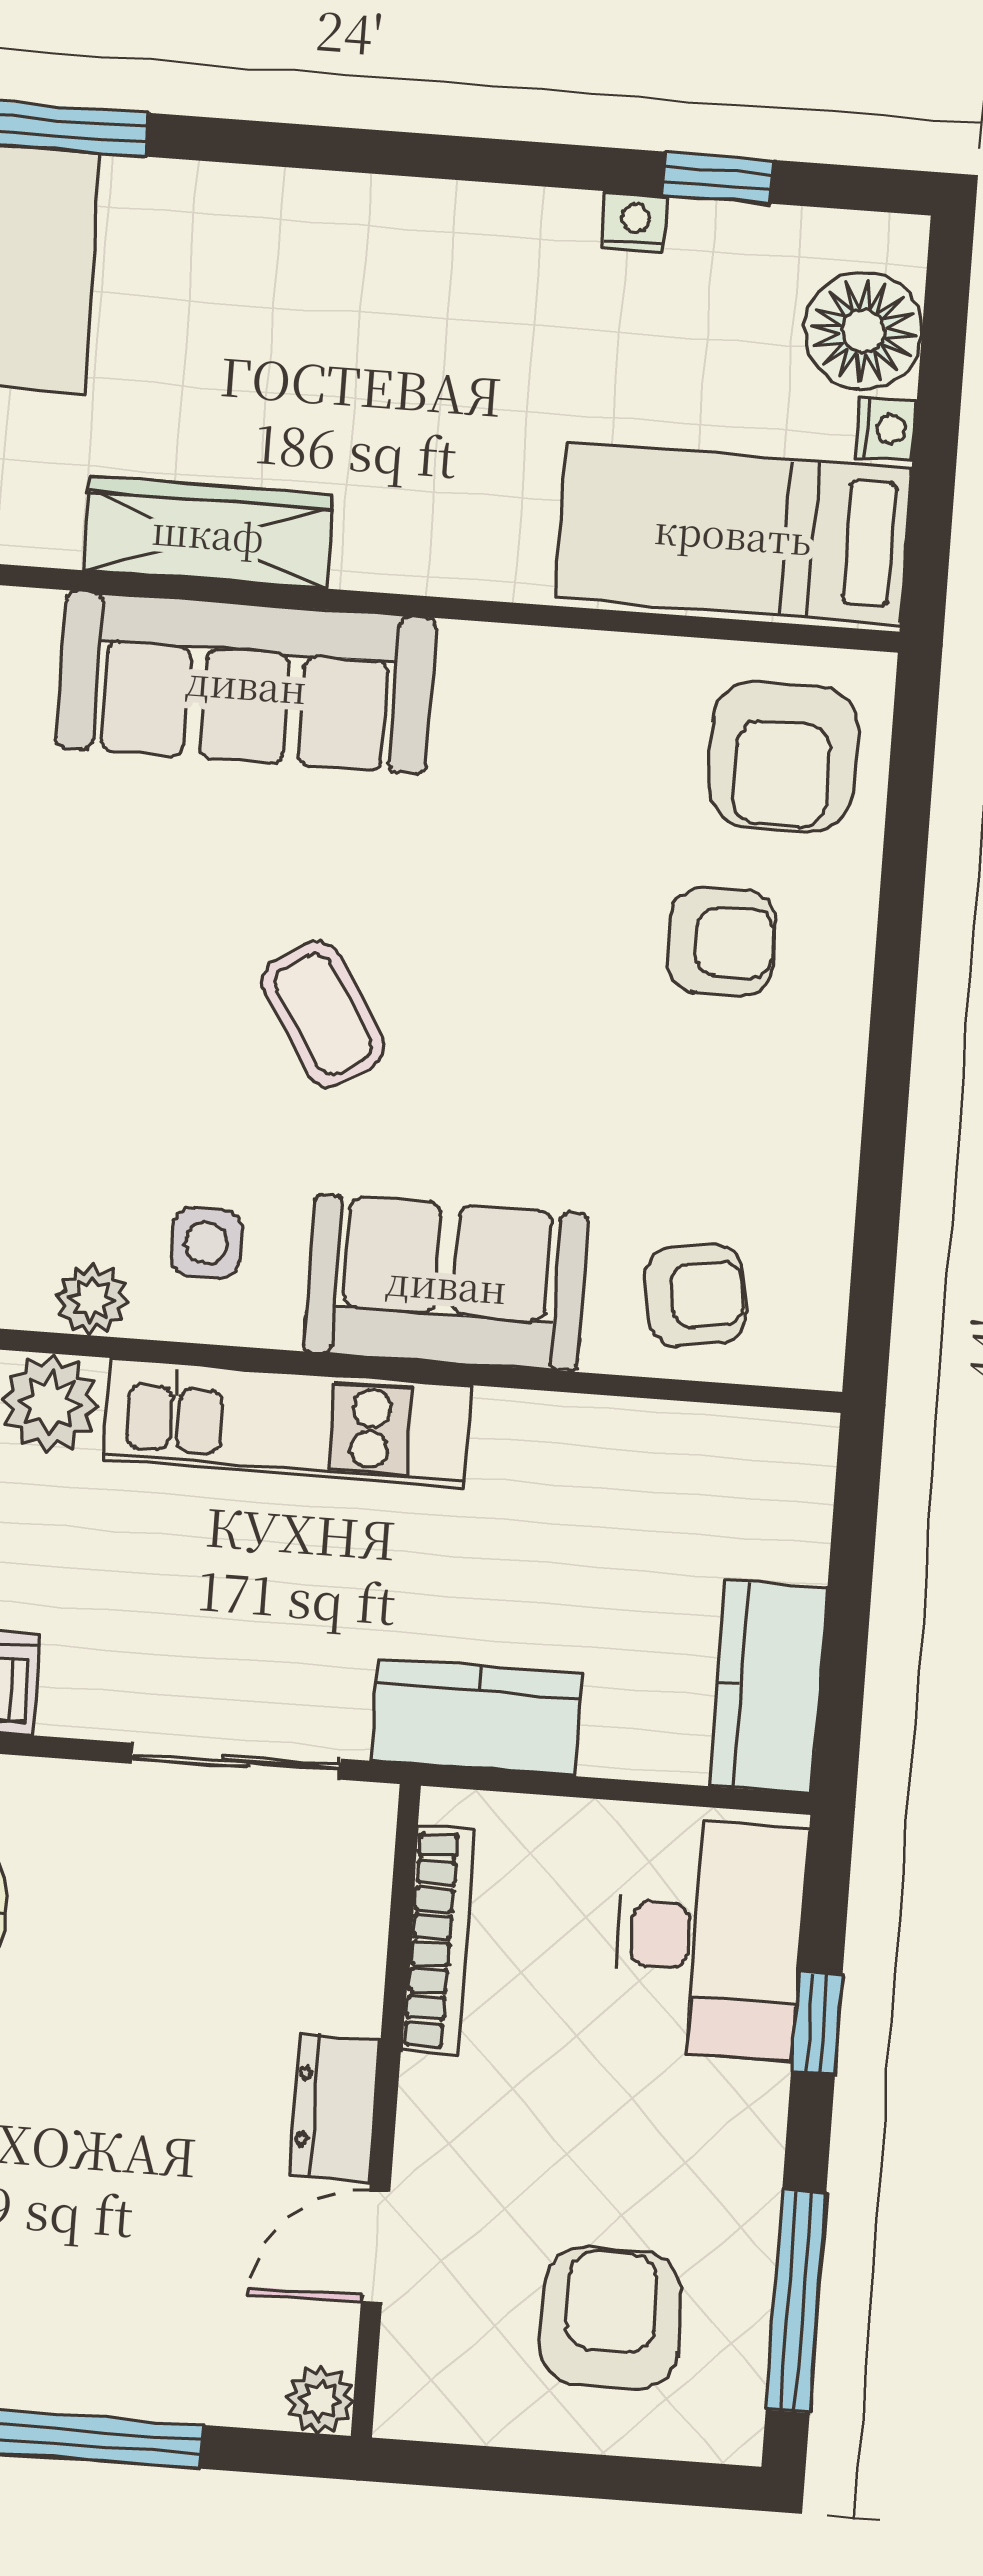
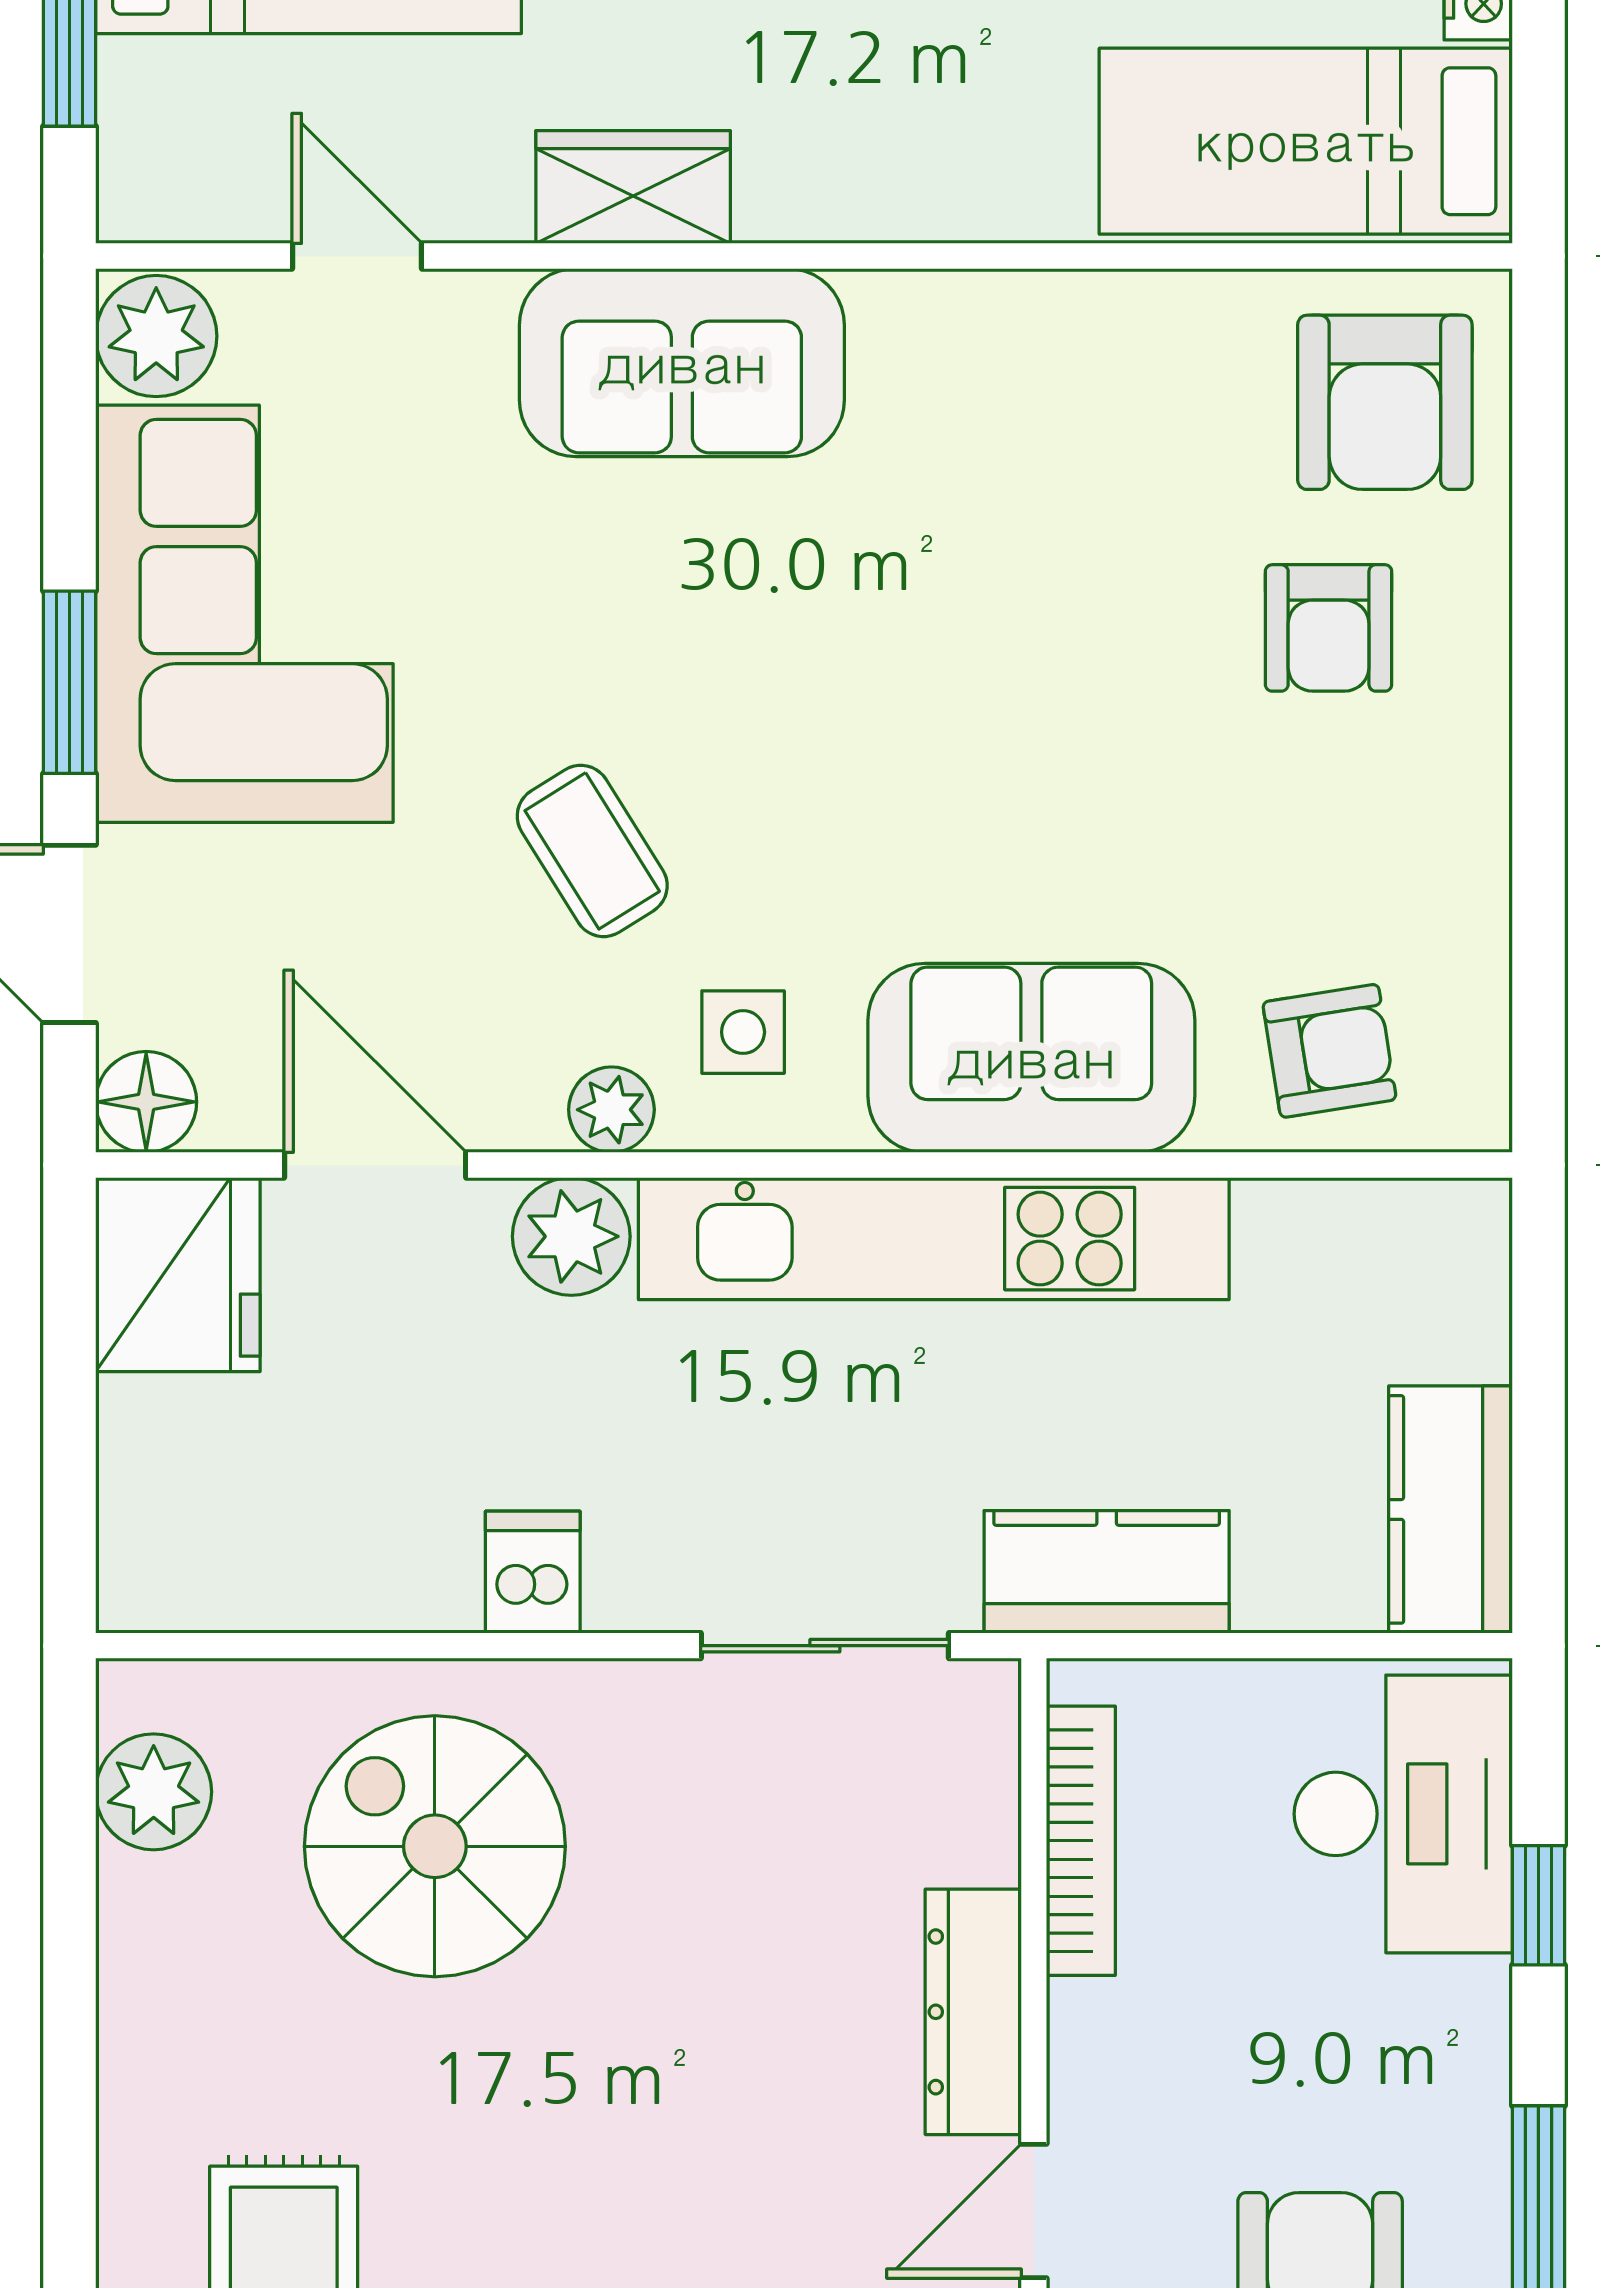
wardrobe: (208, 532) -> (633, 187), width x0.67
sofa: (246, 683) -> (682, 363), width x0.73
armchair: (722, 942) -> (1329, 628), turned 91
coffee table: (323, 1014) -> (592, 851), moved
kitchen unit: (287, 1423) -> (934, 1239), width x1.36
dresser: (335, 2108) -> (973, 2012), width x1.44

